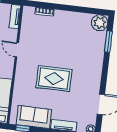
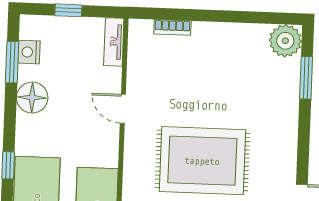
rug: (54, 79) -> (202, 161), width x1.37, depth x1.44

